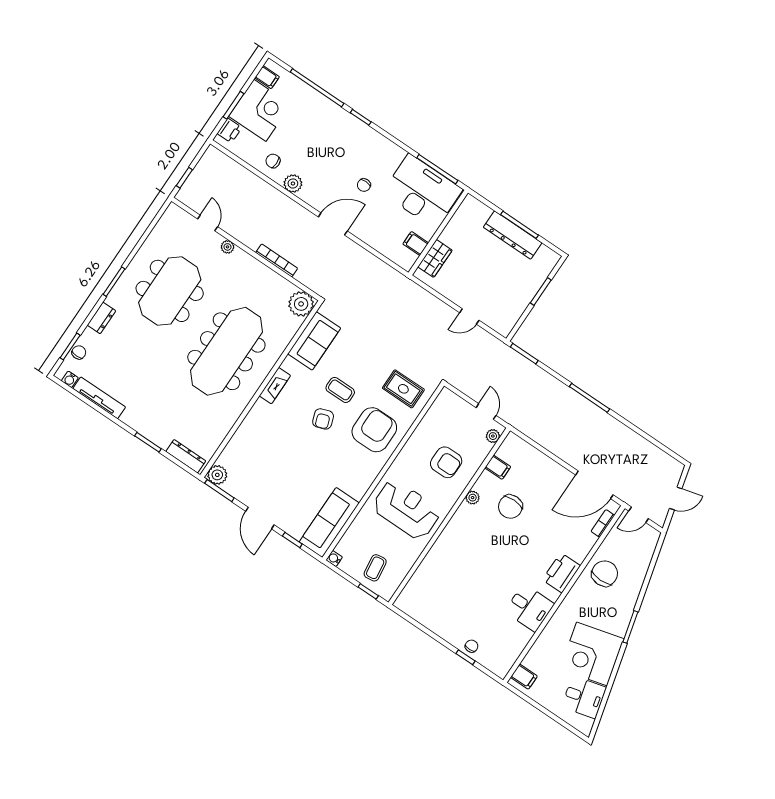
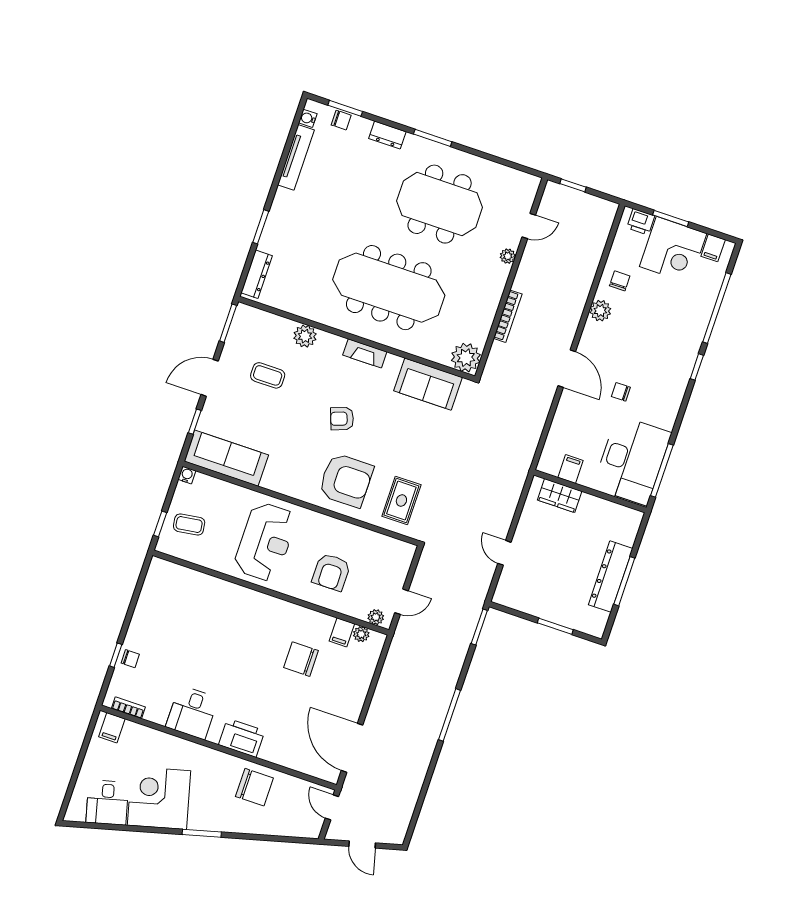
coffee table: (340, 390) -> (268, 375), moved, turned 90
plant: (217, 475) -> (305, 336), moved
plant: (473, 498) -> (361, 634), moved
bookcase: (603, 523) -> (128, 708), moved

